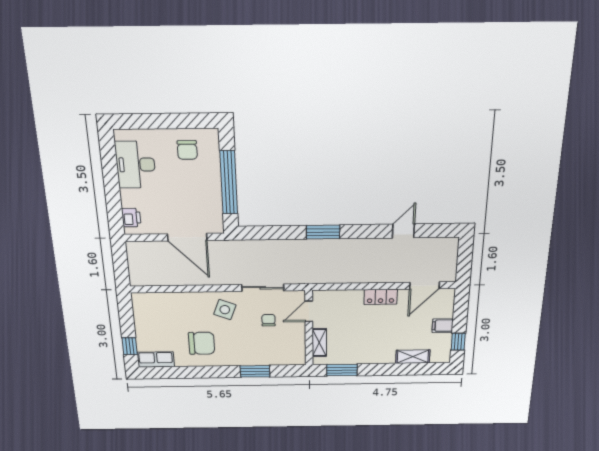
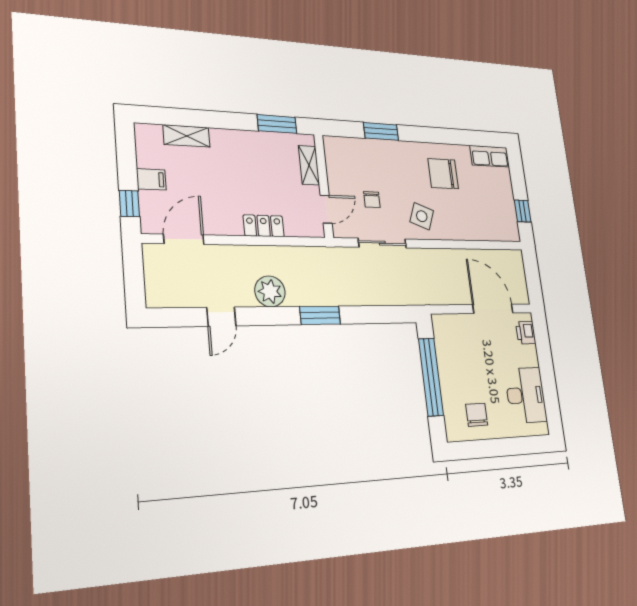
door: (187, 237) -> (493, 309), moved
plant: (362, 250) -> (270, 291), added
locker: (381, 297) -> (264, 226), moved
window: (458, 342) -> (129, 204), moved
window: (130, 346) -> (523, 211), moved

